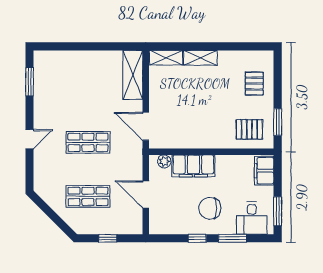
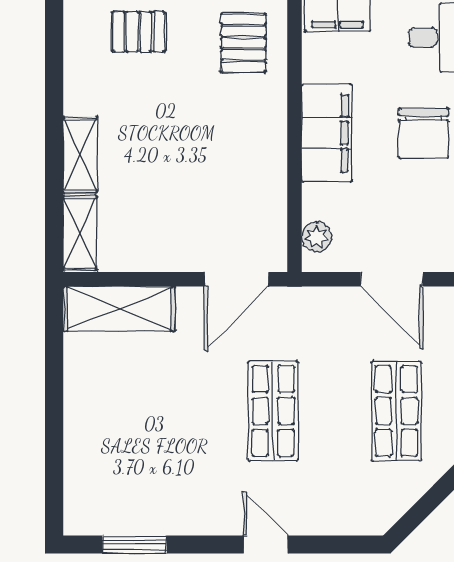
filing cabinet: (193, 166) -> (327, 133), moved
door: (146, 194) -> (392, 279), hinge flipped

